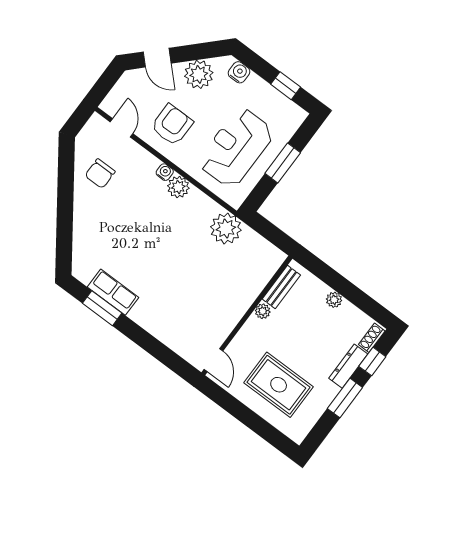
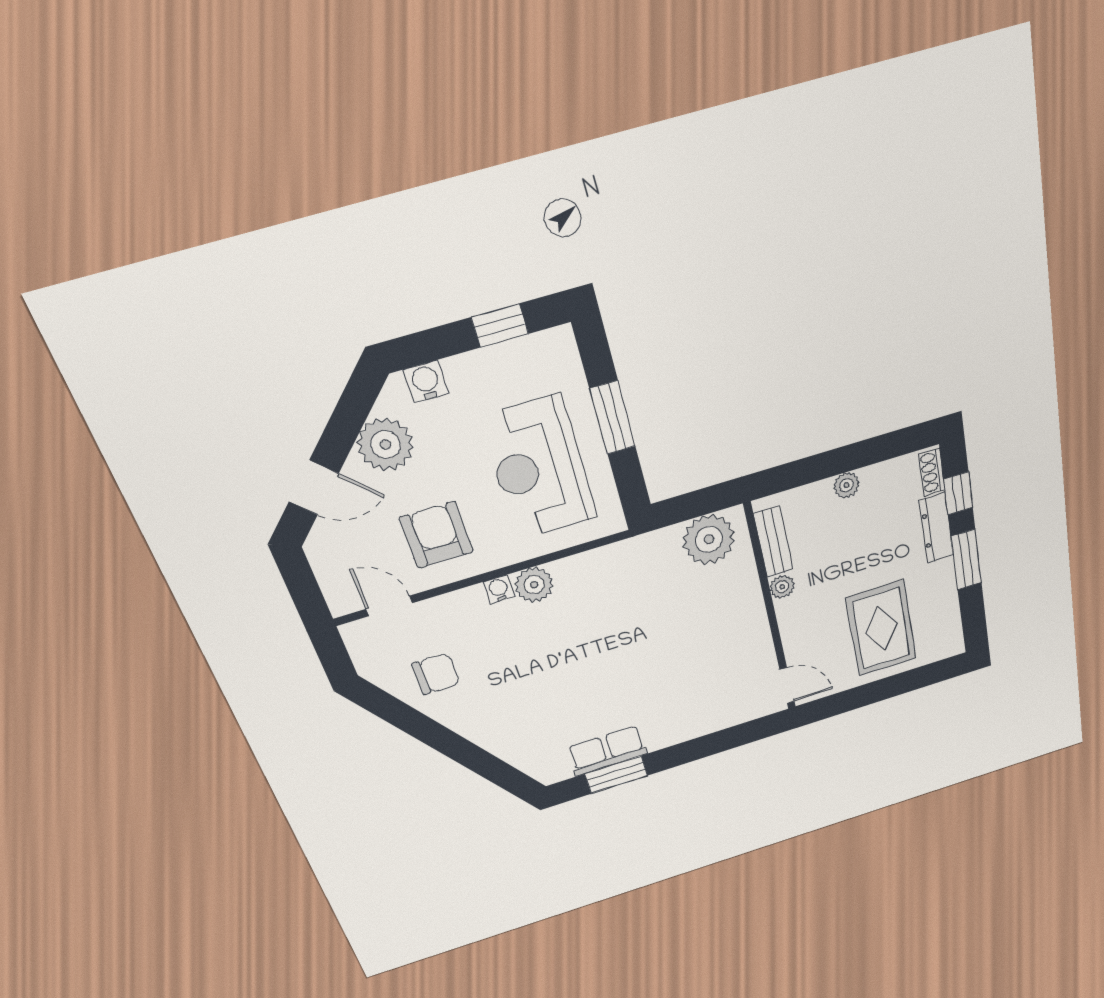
chair: (100, 174) -> (436, 674), turned -90
plant: (226, 228) -> (709, 539), moved
rug: (279, 385) -> (881, 629), turned 90

